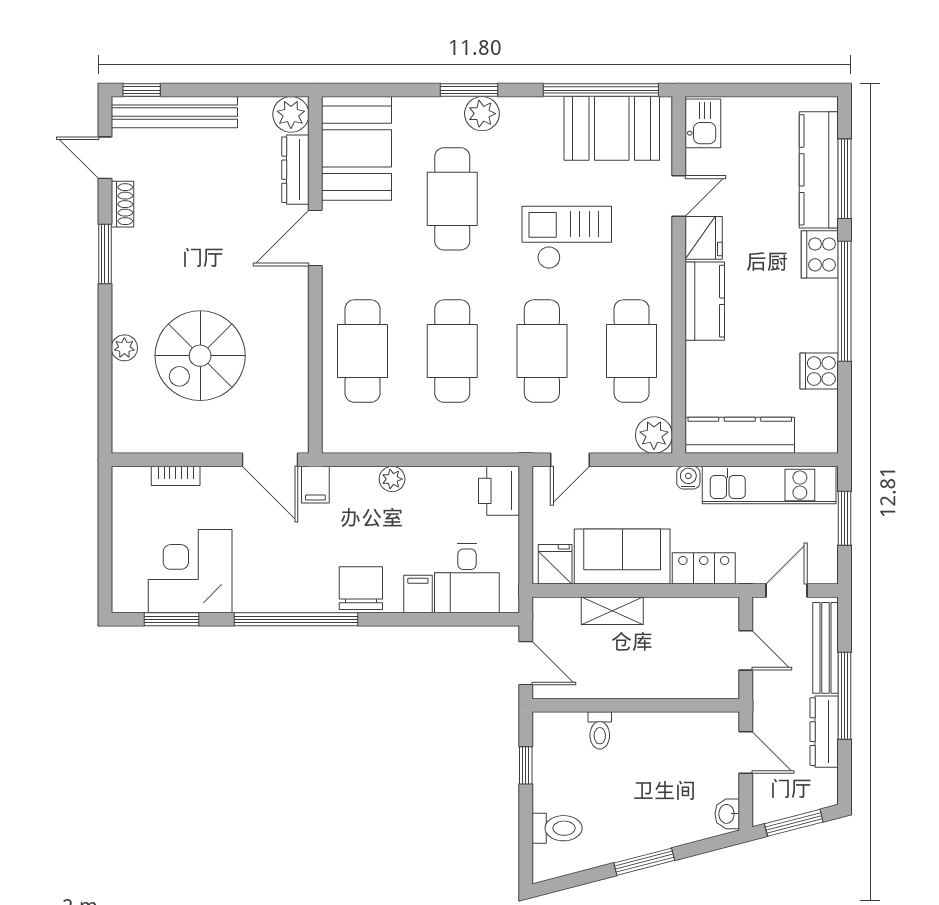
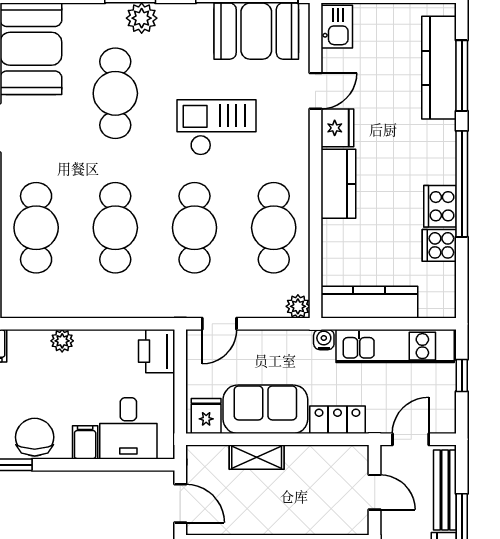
cooker: (820, 254) -> (440, 206), moved
plant: (654, 435) -> (298, 306), width x0.73, depth x0.73
window: (845, 518) -> (462, 375), width x0.67

